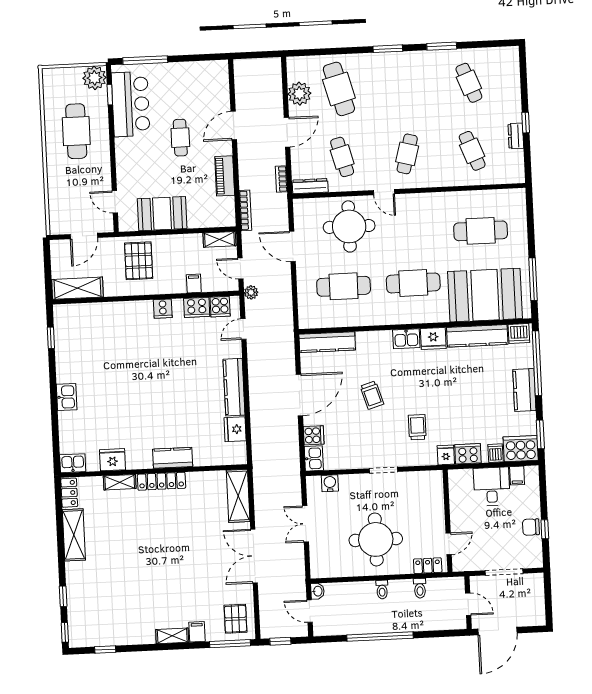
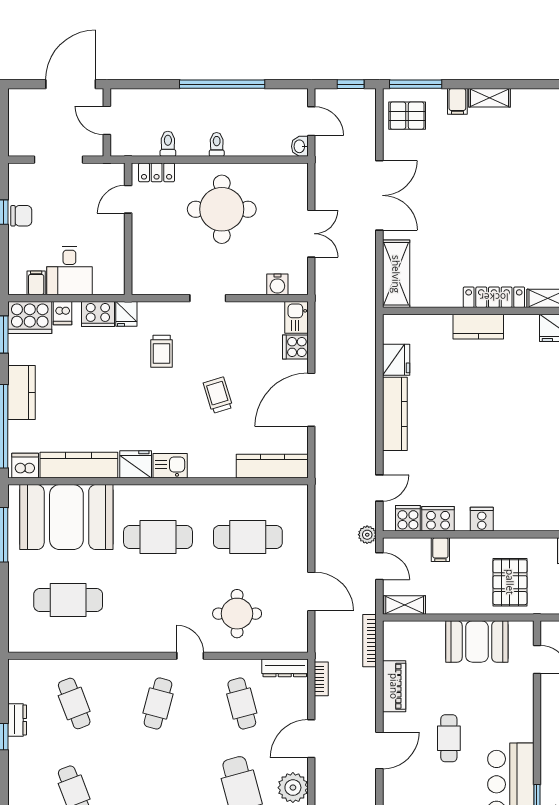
round table: (349, 226) -> (237, 614), width x0.73, depth x0.73
pallet: (236, 619) -> (407, 116), turned 90

